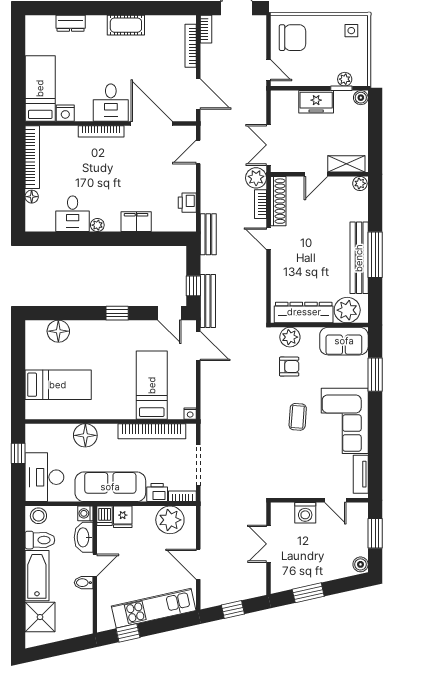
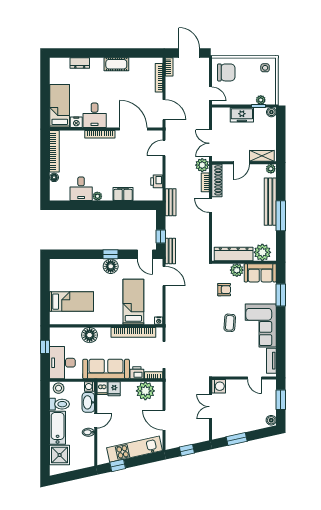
desk: (111, 103) -> (95, 115), moved
bench: (359, 258) -> (270, 202), moved
bench: (208, 301) -> (170, 251), width x0.73
floor lamp: (58, 331) -> (111, 266), moved
plant: (290, 337) -> (237, 270), moved
washing machine: (305, 513) -> (219, 386), moved, turned -90

